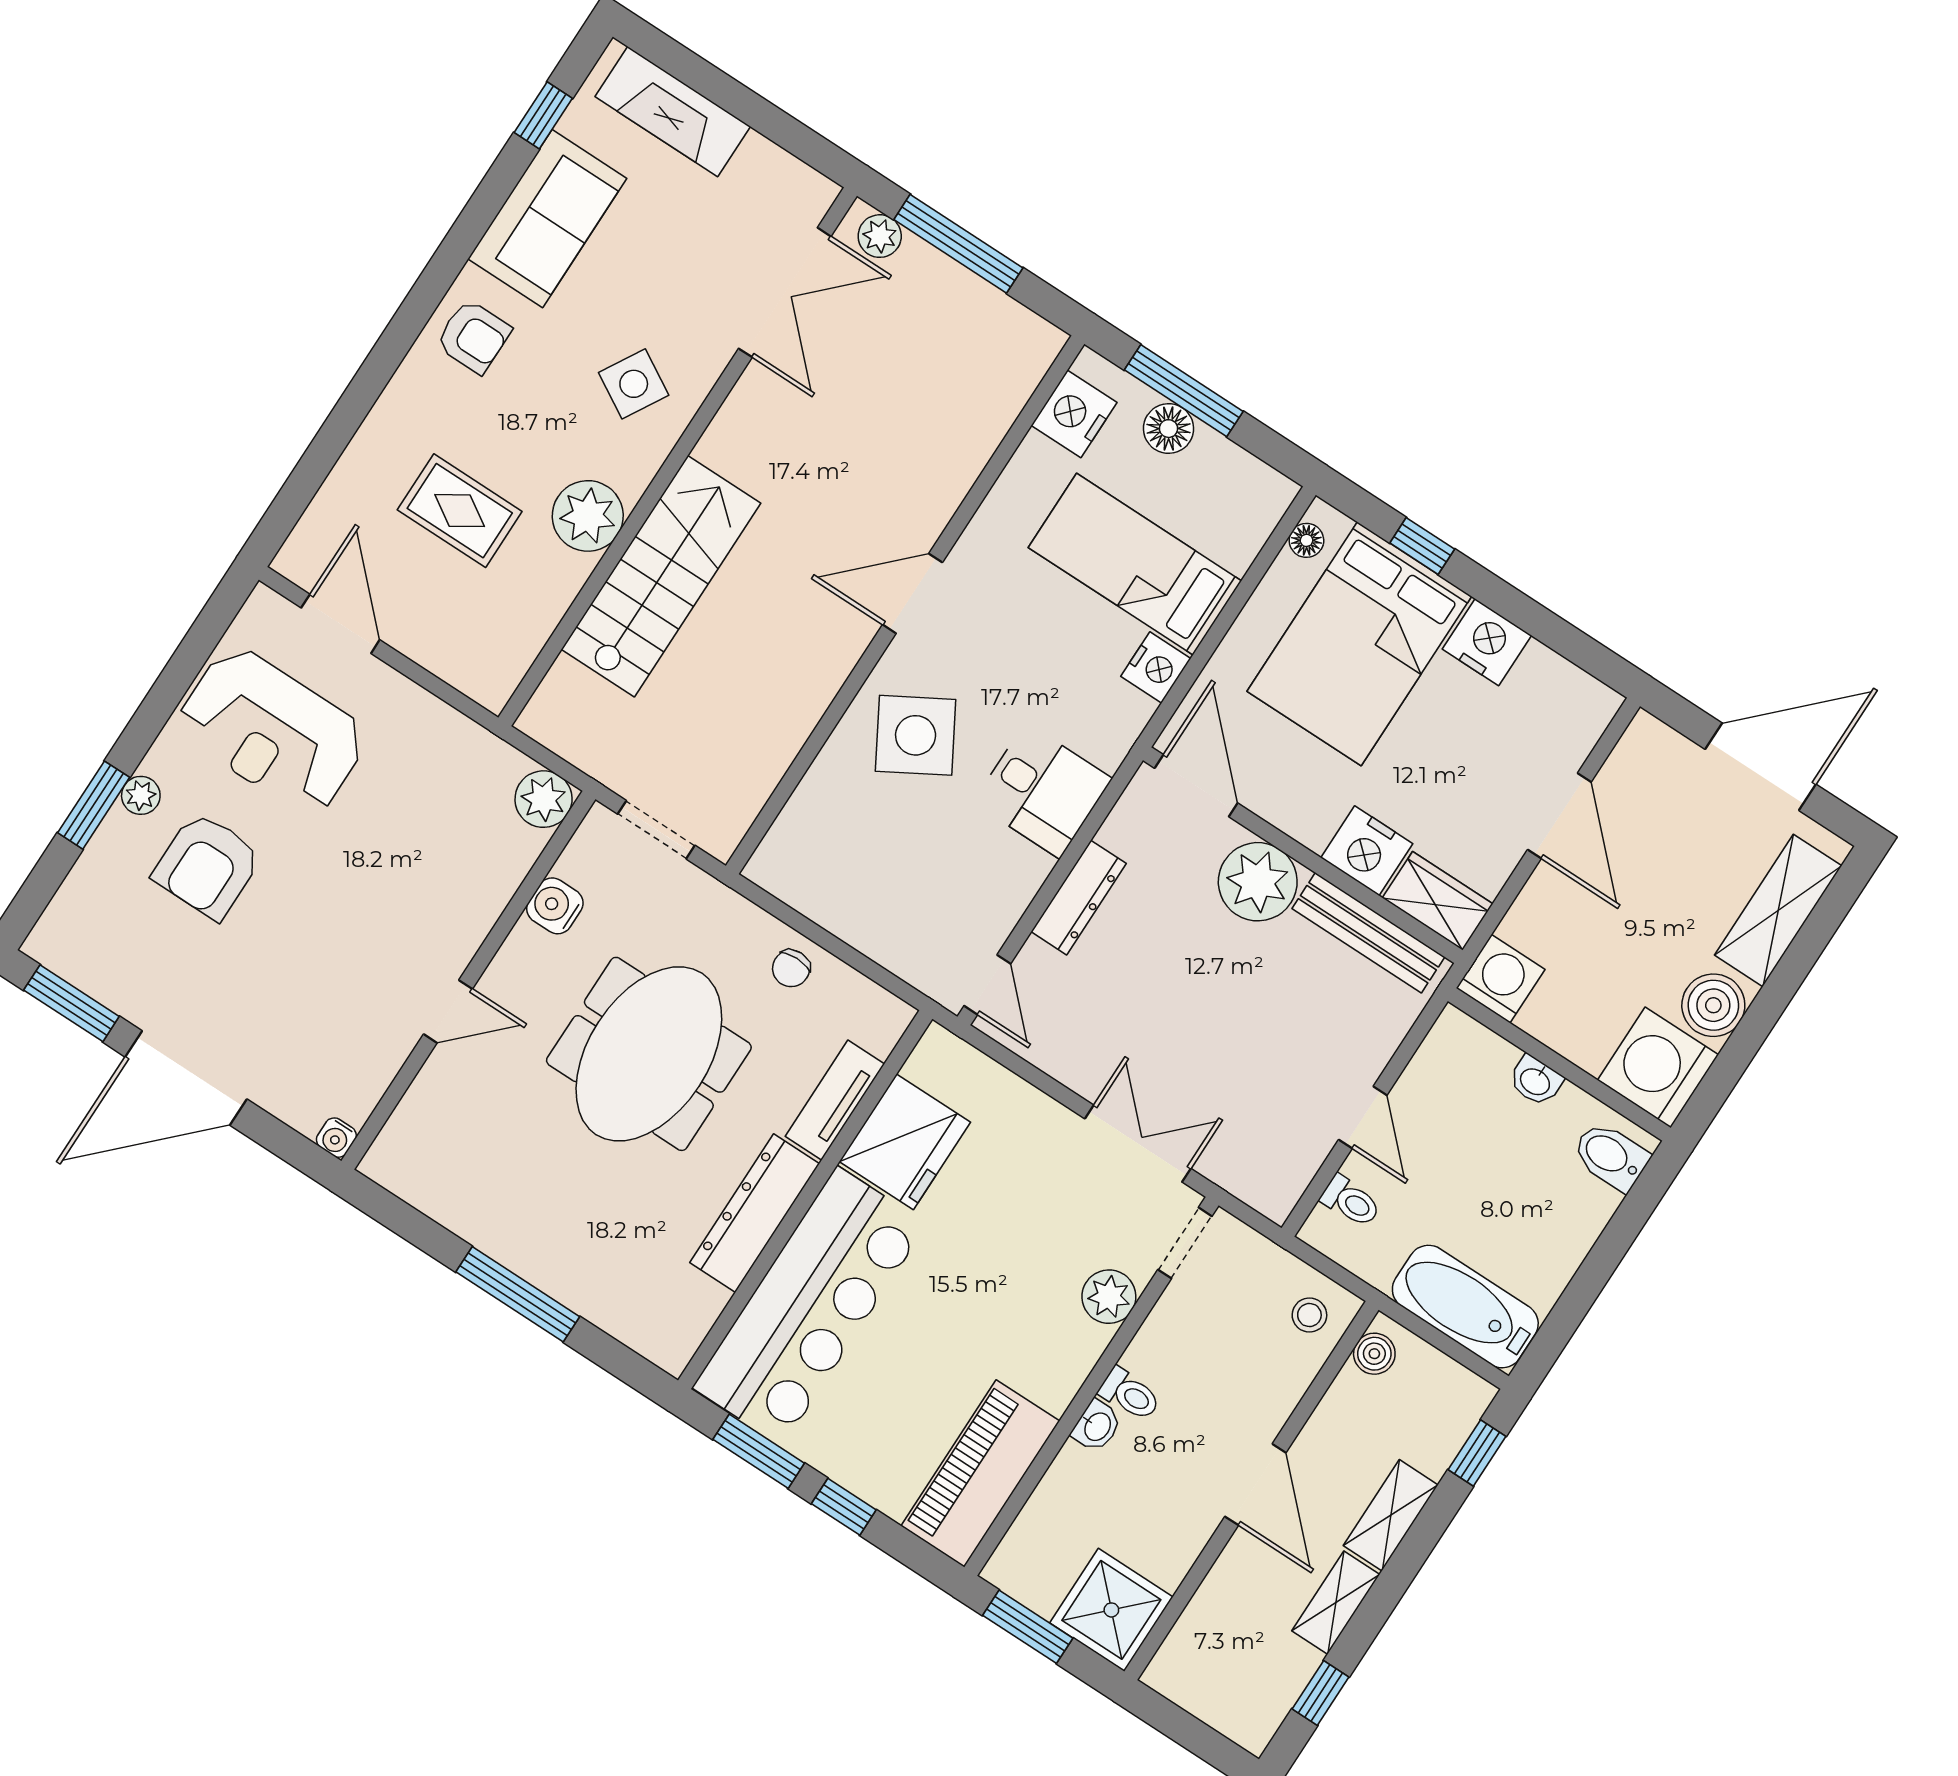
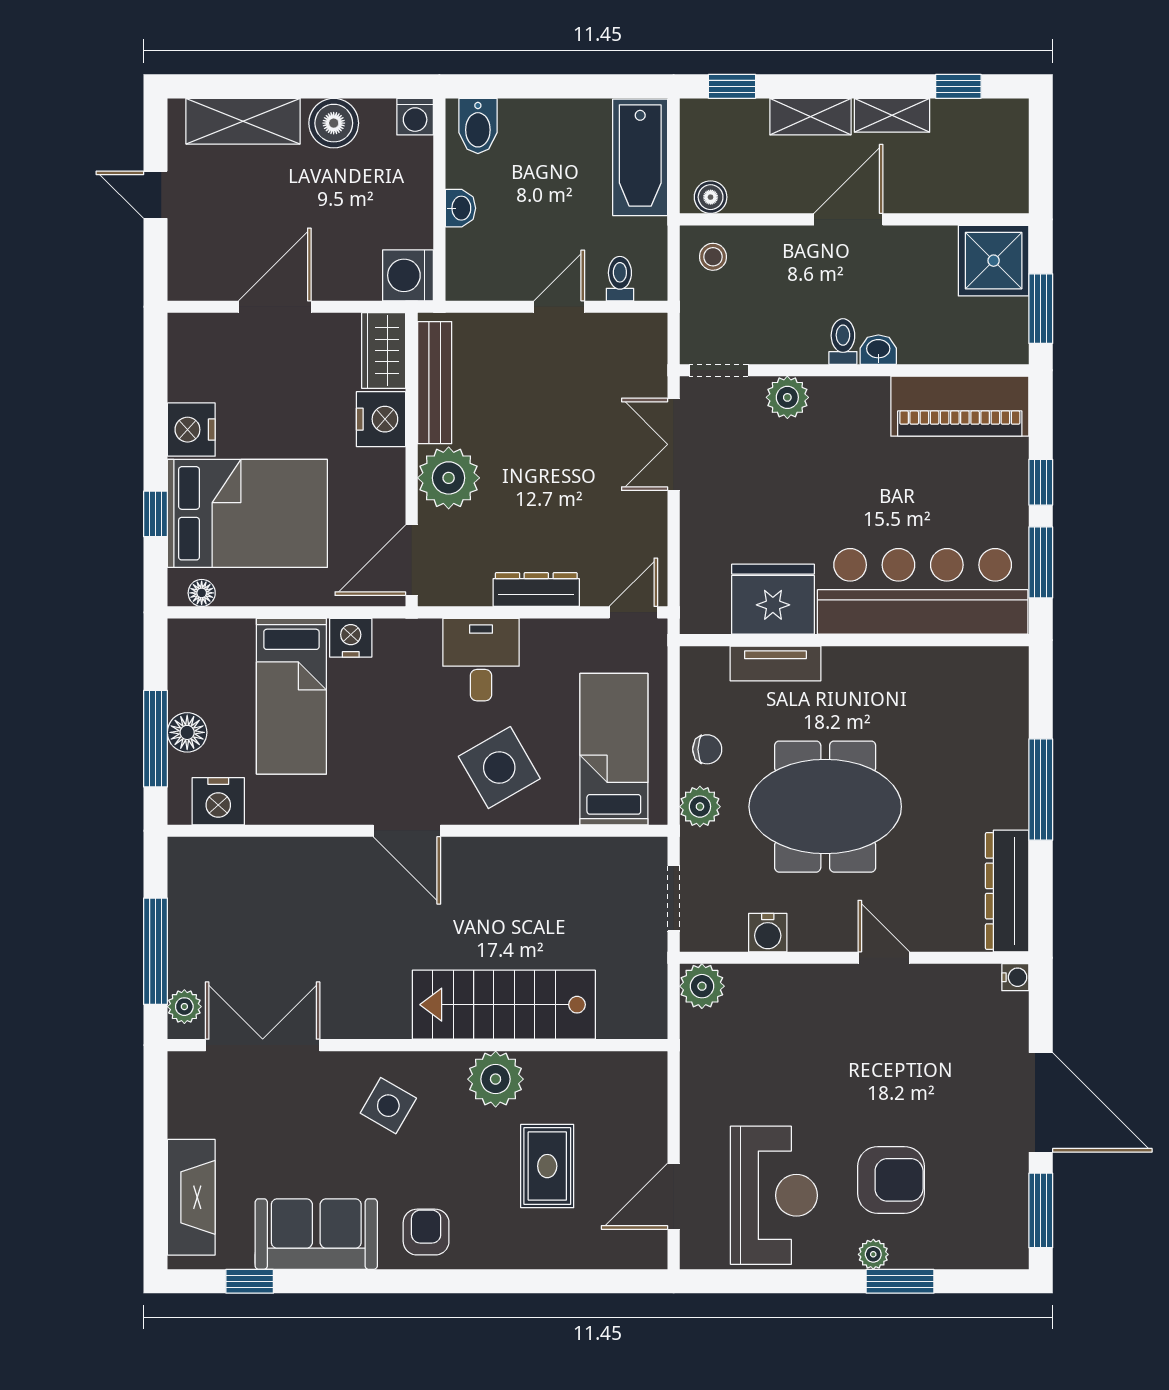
door: (1761, 767) -> (156, 195), width x0.53
bed: (856, 870) -> (614, 749), added
plant: (735, 921) -> (700, 807), added
washing machine: (1658, 1067) -> (415, 117), width x0.53, depth x0.53
dresser: (755, 1213) -> (1007, 891), moved, turned 90

